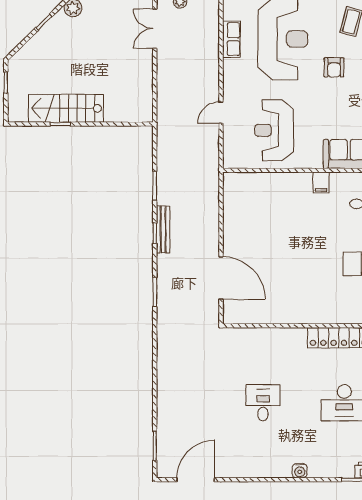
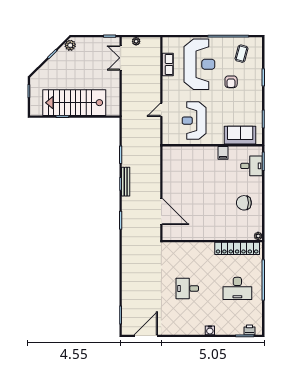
stairs: (66, 108) -> (74, 103), width x1.36, depth x1.51
desk: (263, 403) -> (187, 288), turned -90

